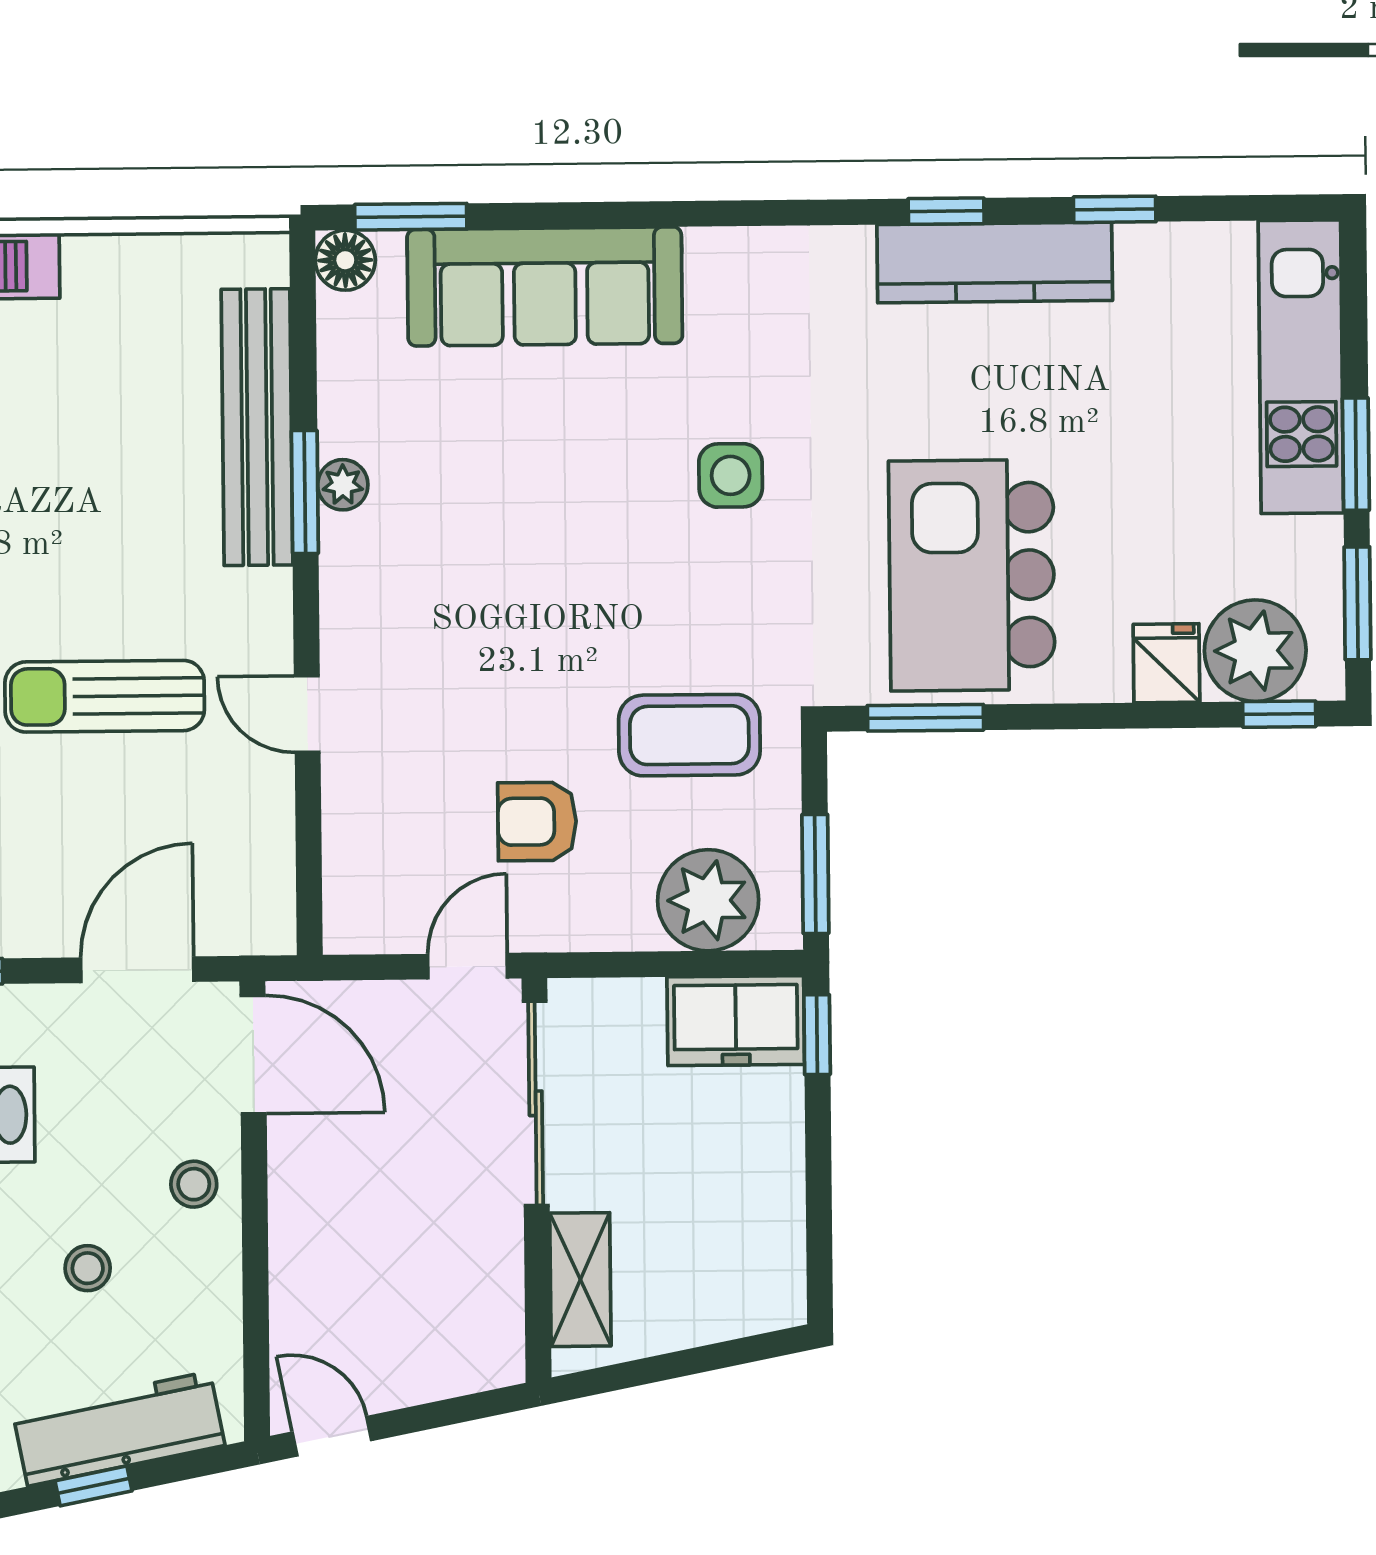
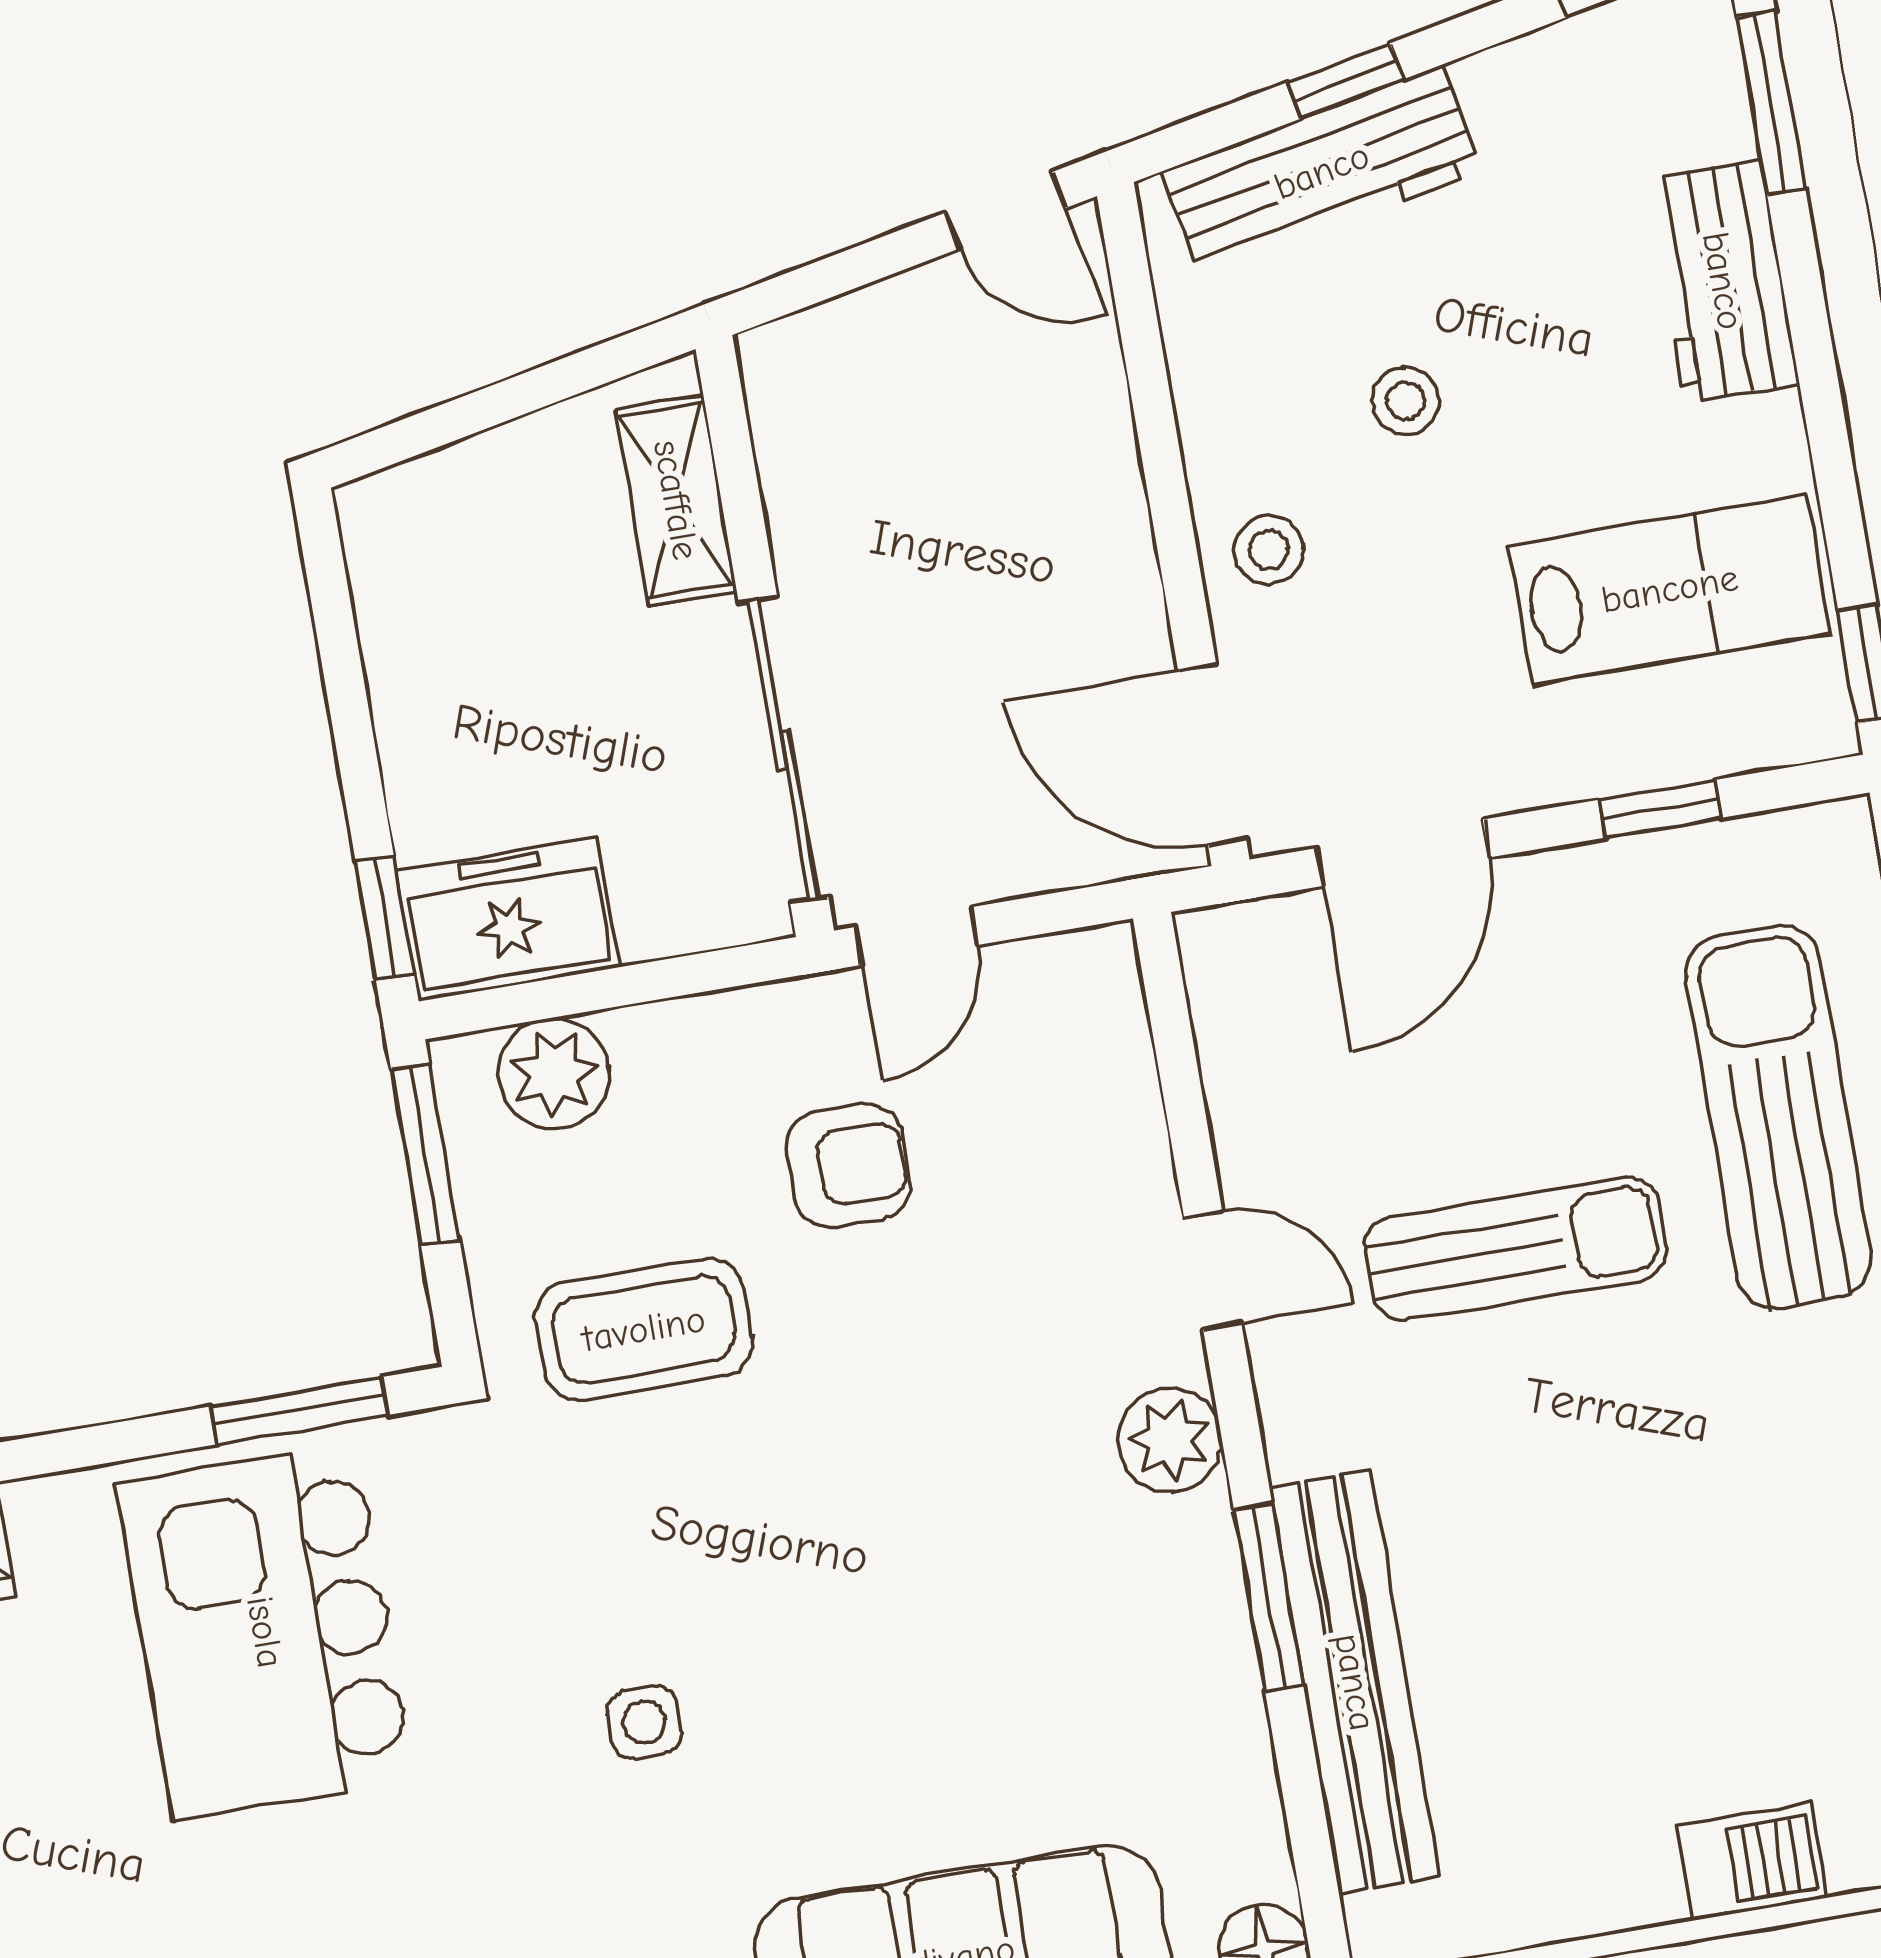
side table: (731, 475) -> (644, 1722), width x0.73, depth x0.73
plant: (343, 485) -> (1170, 1440), moved, width x1.38, depth x1.38
kitchen island: (972, 575) -> (265, 1632), turned 180
plant: (708, 900) -> (554, 1074), width x0.73, depth x0.73

